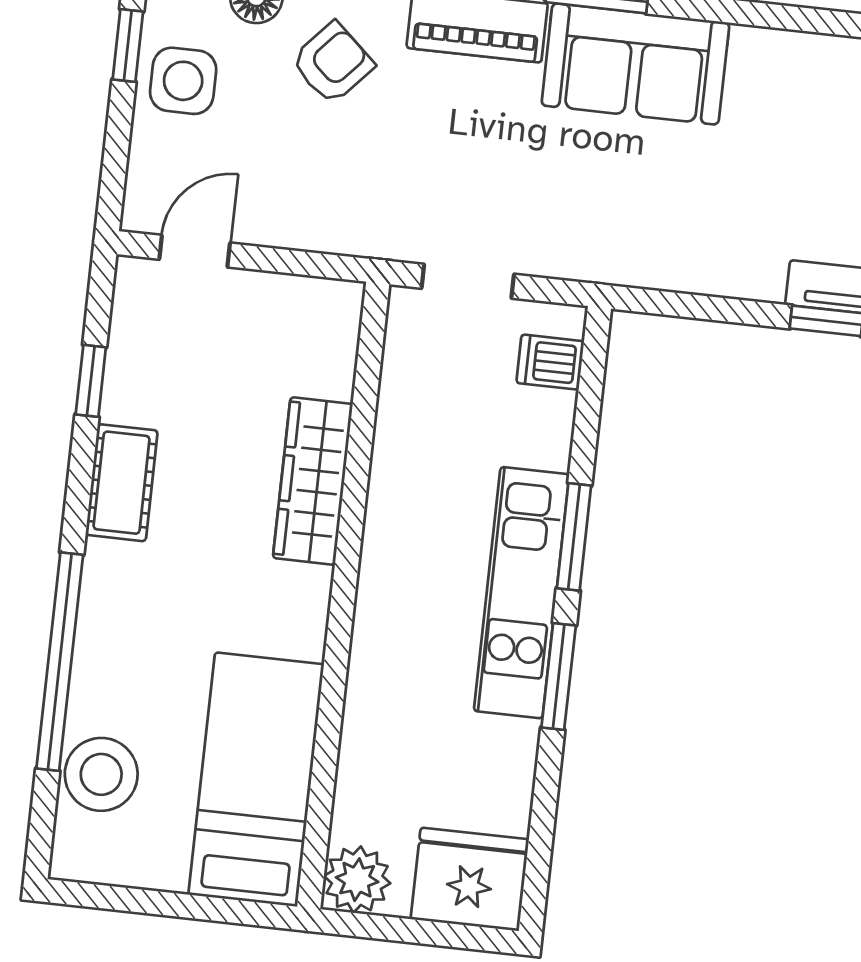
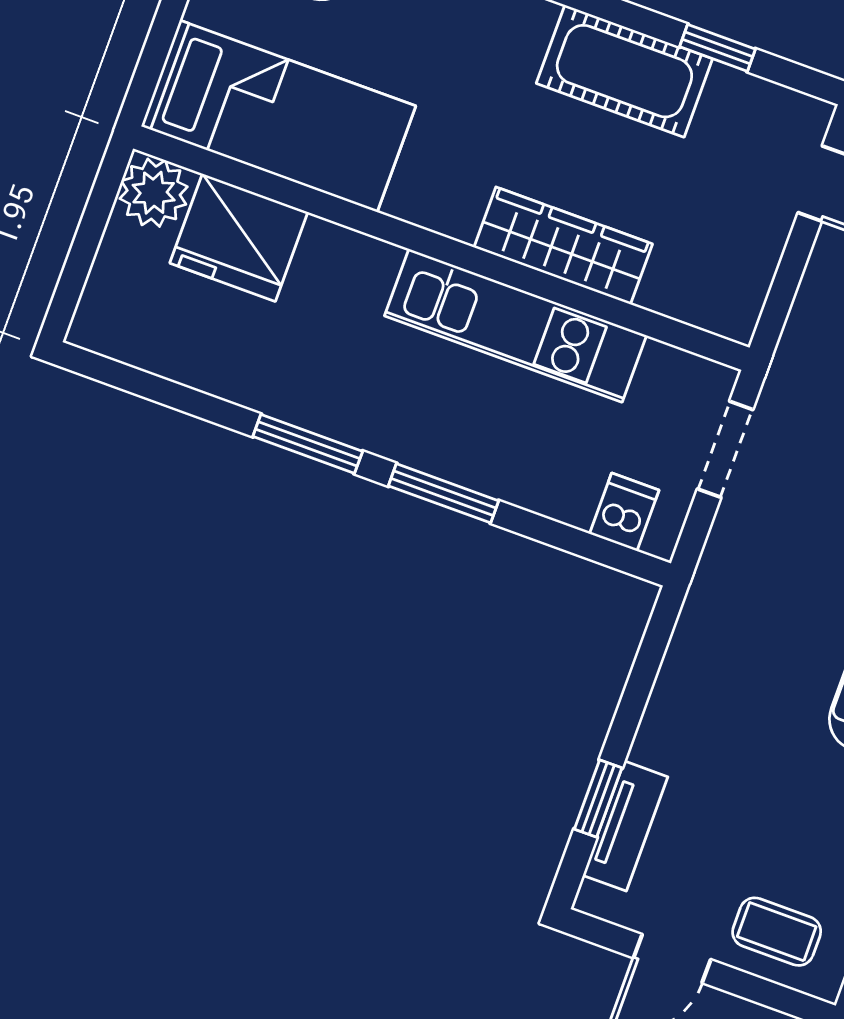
cot: (122, 483) -> (624, 71), width x1.37, depth x1.34
kitchen unit: (522, 593) -> (515, 326), moved, turned 180
fridge: (470, 879) -> (239, 238), moved, turned 90

